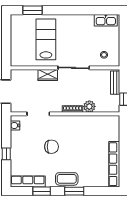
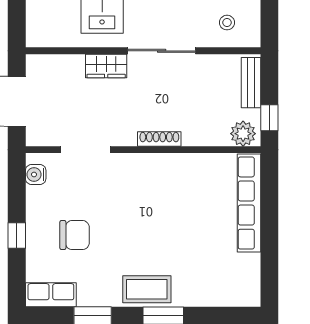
plant: (89, 106) -> (243, 134), moved
chair: (52, 147) -> (75, 235), moved
row of seats: (114, 164) -> (249, 203), moved
row of seats: (28, 181) -> (51, 295), width x0.68

